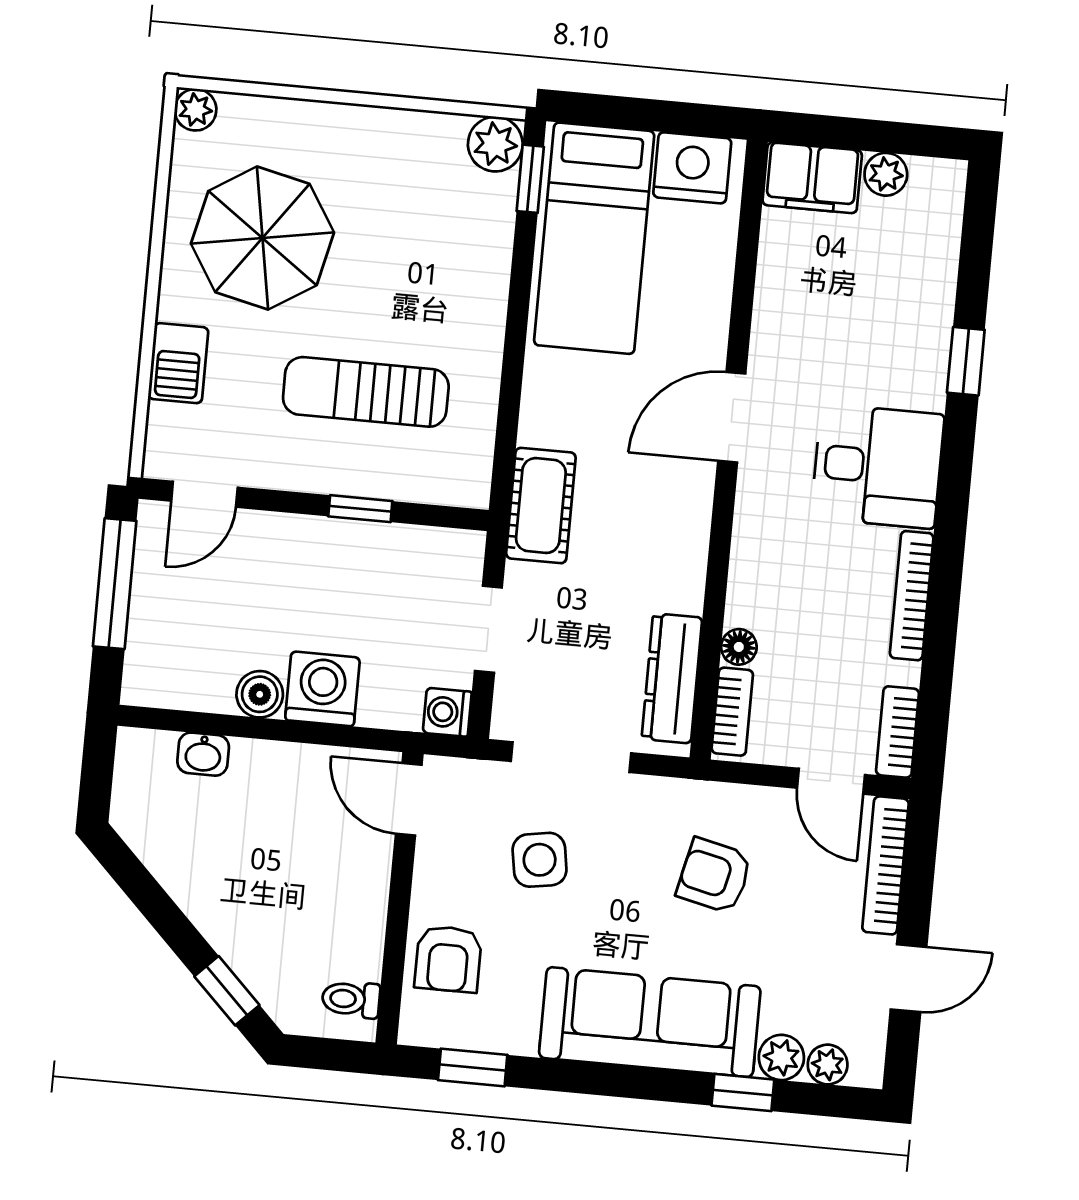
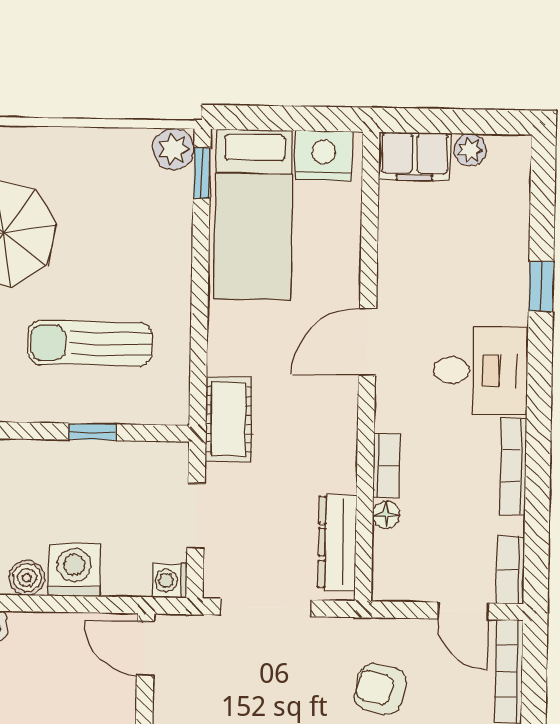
bookcase: (732, 712) -> (386, 466), moved
side table: (540, 860) -> (248, 687), removed

